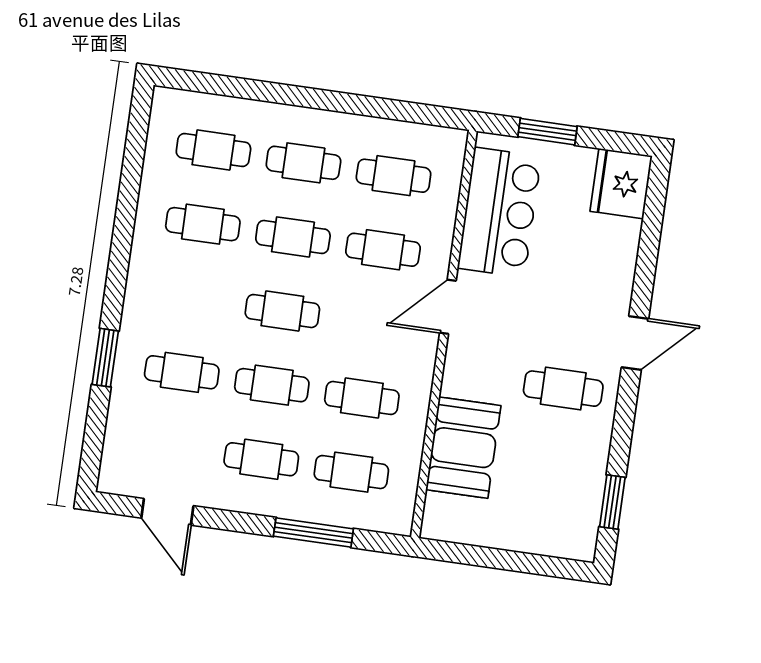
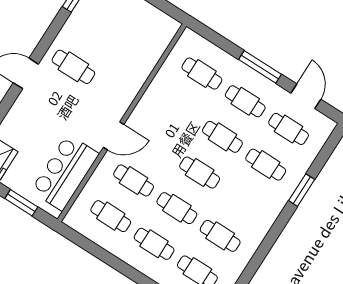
cafe table: (362, 398) -> (289, 129), moved
booth: (463, 448) -> (139, 60), removed
window: (313, 533) -> (260, 67), moved

